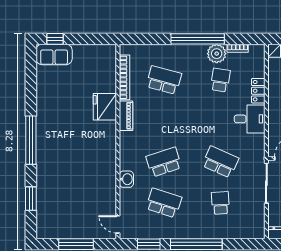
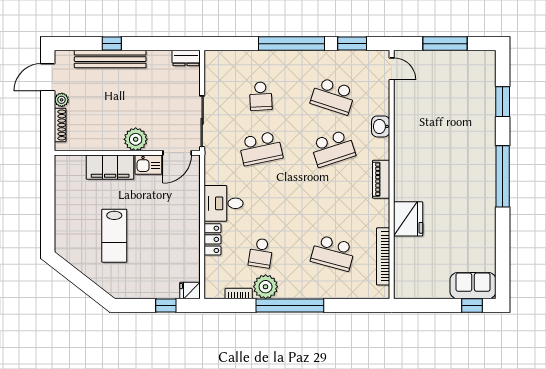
piano: (126, 116) -> (381, 179), moved
school desk: (220, 162) -> (261, 148), turned -36

